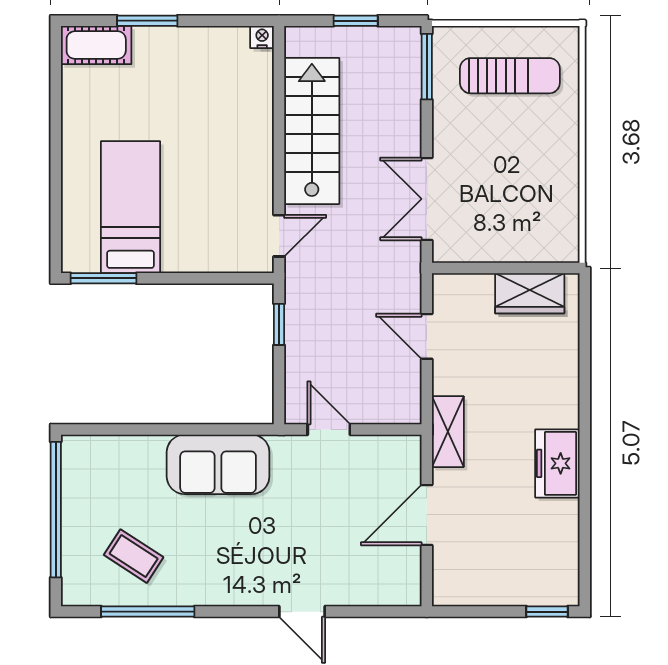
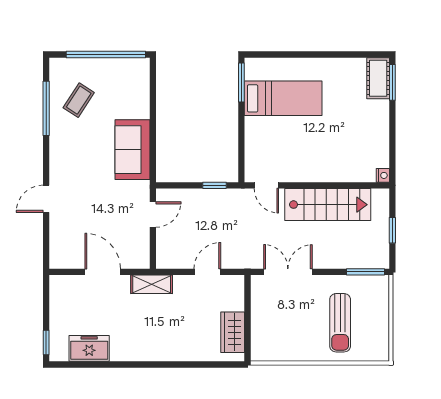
window: (147, 21) -> (392, 82), moved
sun lounger: (510, 76) -> (340, 323), moved
freezer: (557, 463) -> (89, 348), moved

